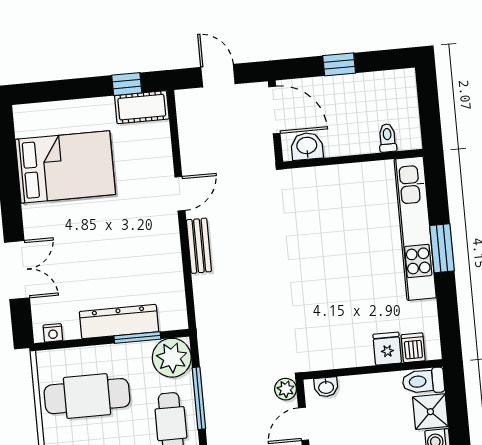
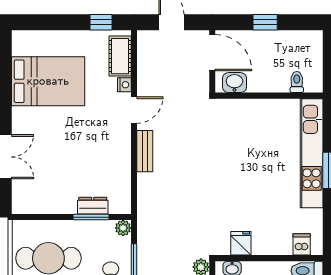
cot: (142, 107) -> (120, 56), moved, turned 90
dresser: (119, 322) -> (93, 206), width x0.51, depth x0.80
nightstand: (53, 333) -> (124, 85), moved, turned -90
fridge: (387, 349) -> (241, 243), moved
plant: (172, 358) -> (123, 228), width x0.53, depth x0.53

